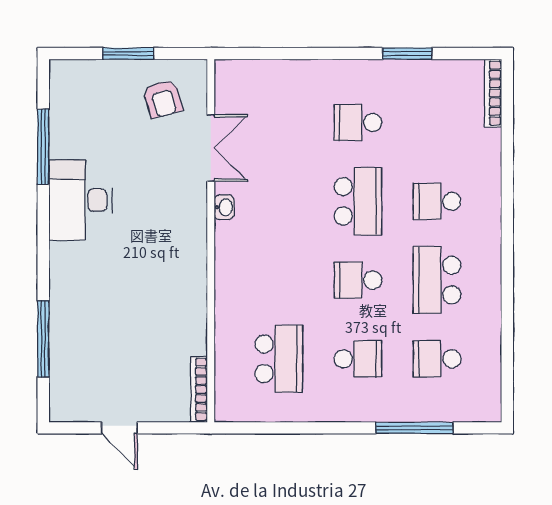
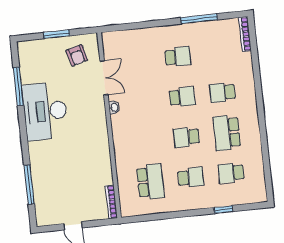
window: (407, 54) -> (199, 19), width x1.44
school desk: (358, 123) -> (178, 57), turned 180
desk: (80, 200) -> (45, 111), width x1.36, depth x1.30
school desk: (358, 201) -> (182, 97), width x0.54
window: (414, 428) -> (223, 209), width x0.46

